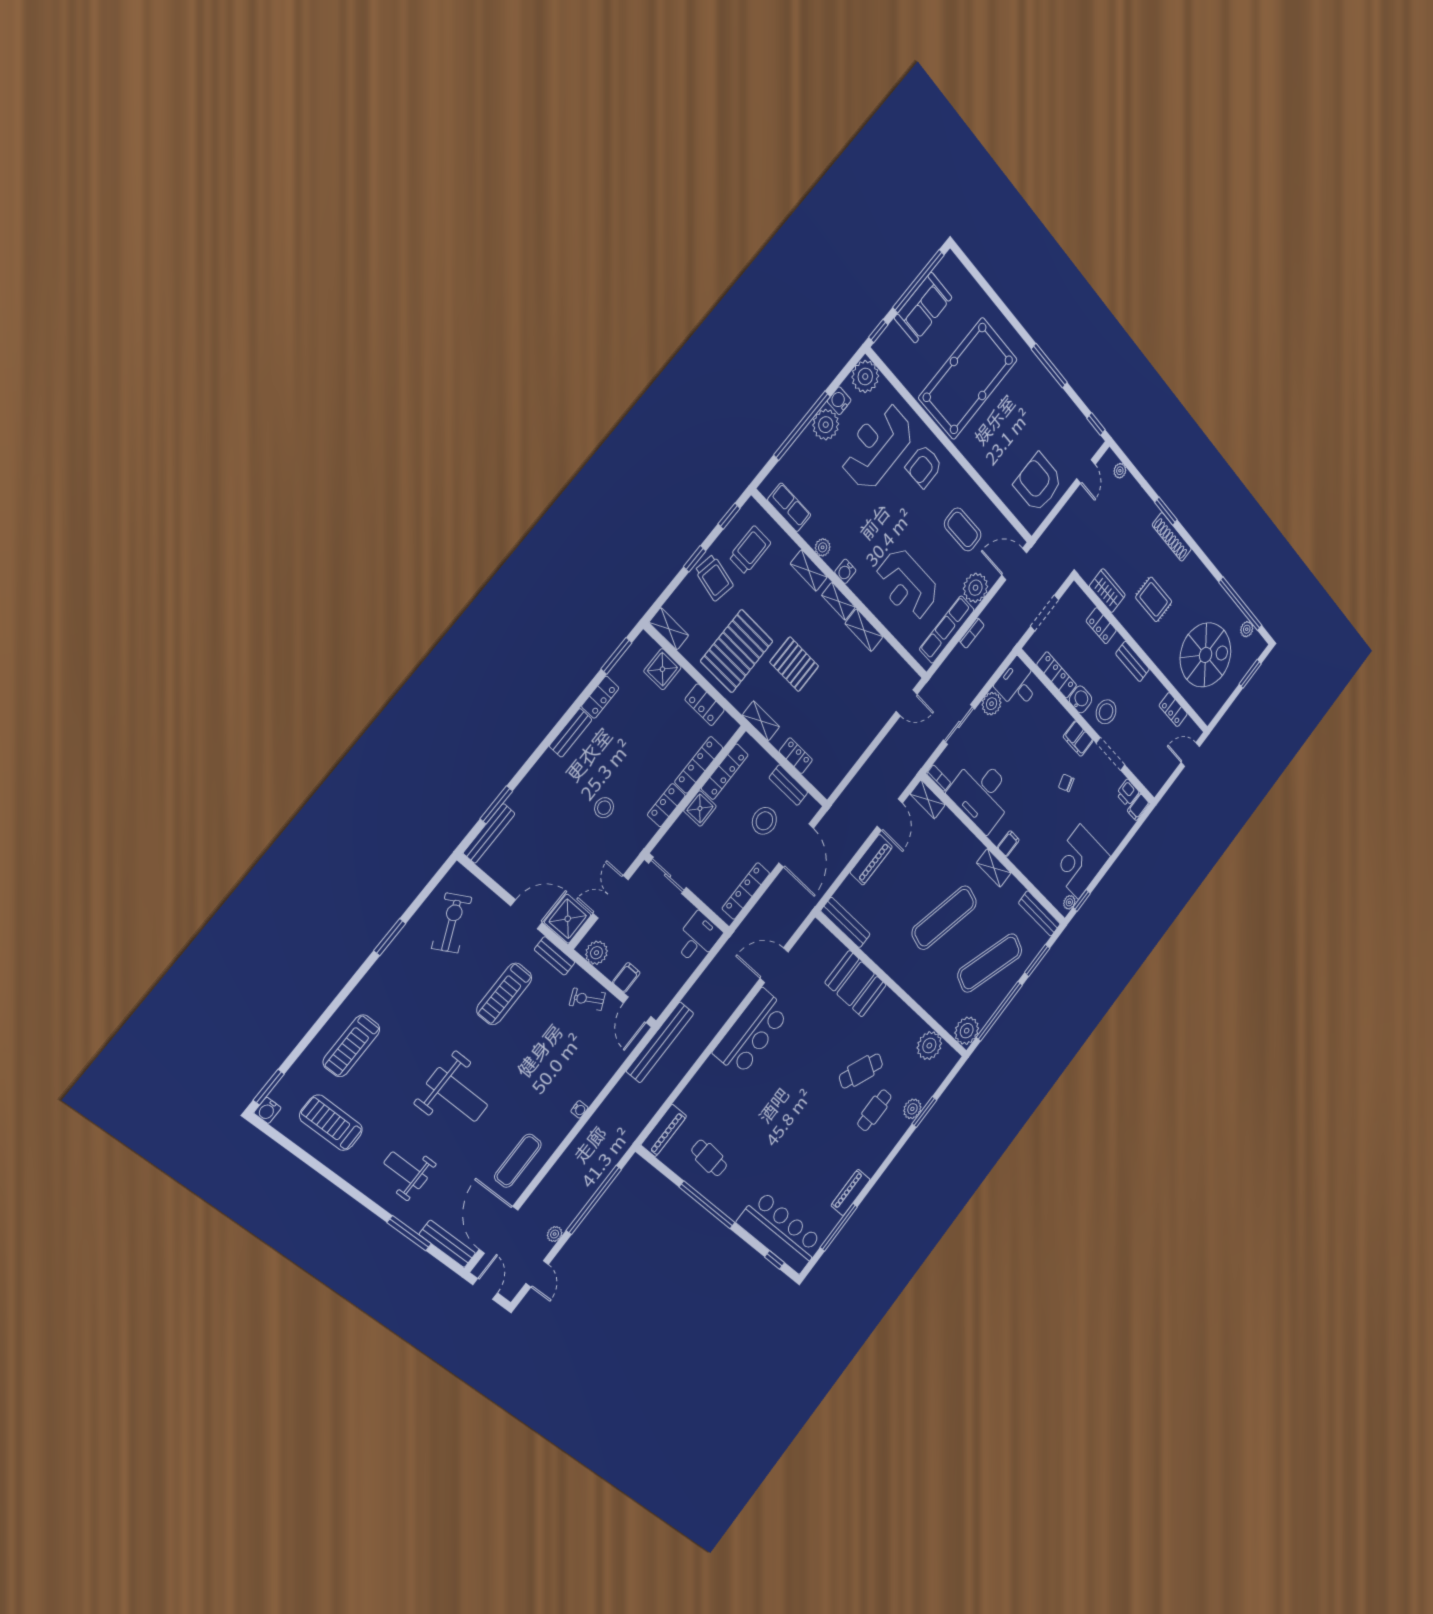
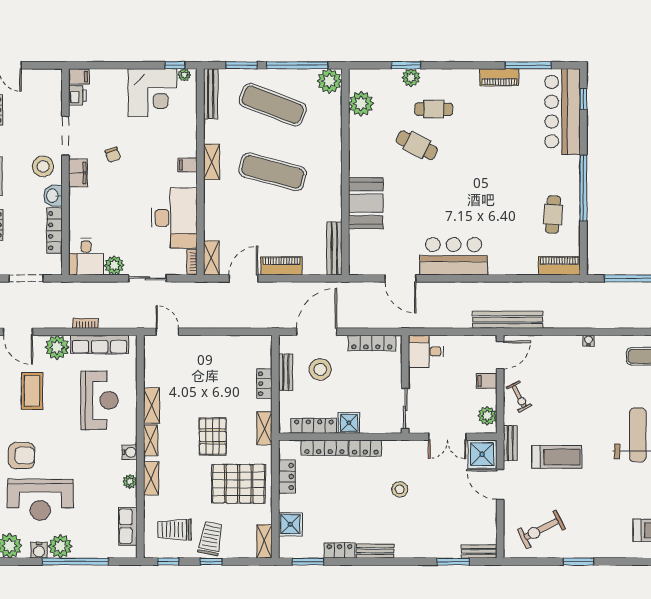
bench: (489, 833) -> (479, 551), width x0.73

